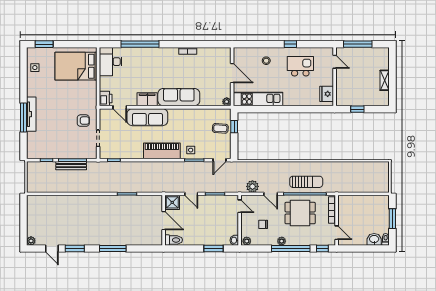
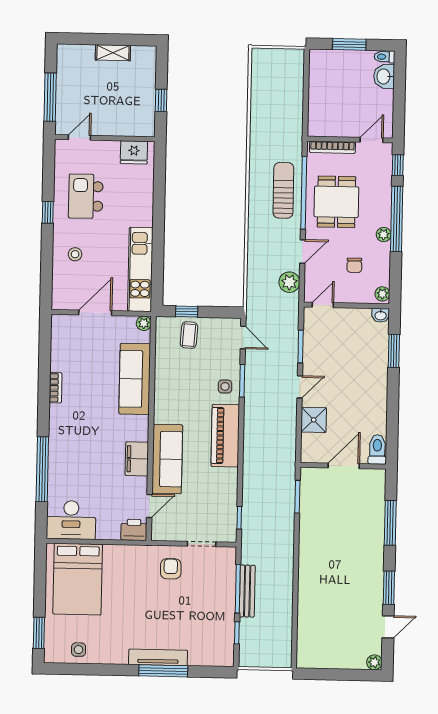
sofa: (179, 97) -> (135, 379), moved
wall: (164, 220) -> (343, 466), moved
door: (164, 221) -> (344, 466), moved
toilet: (174, 240) -> (377, 449), moved

